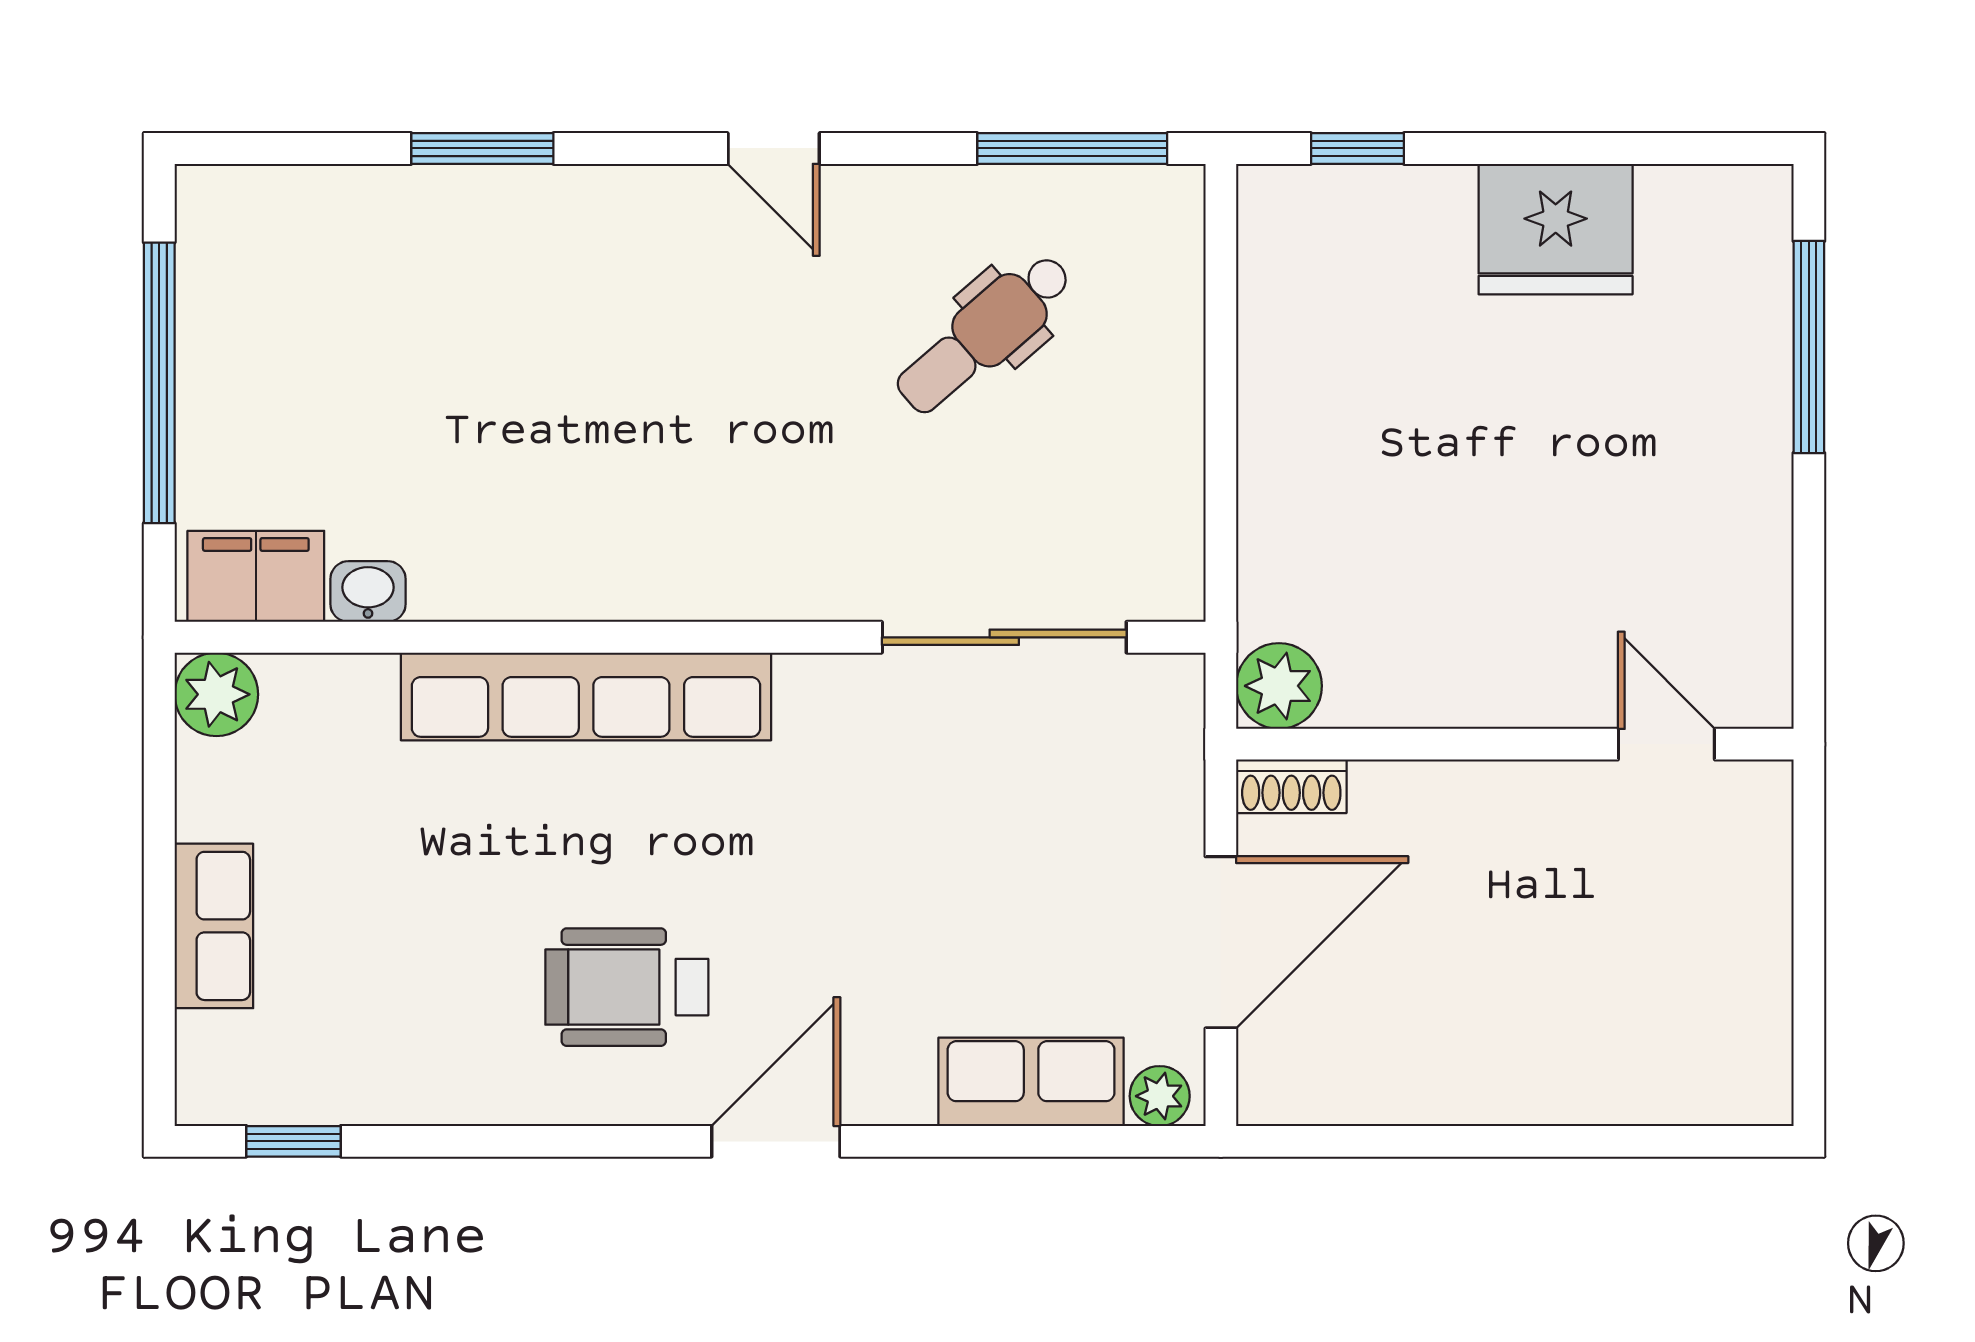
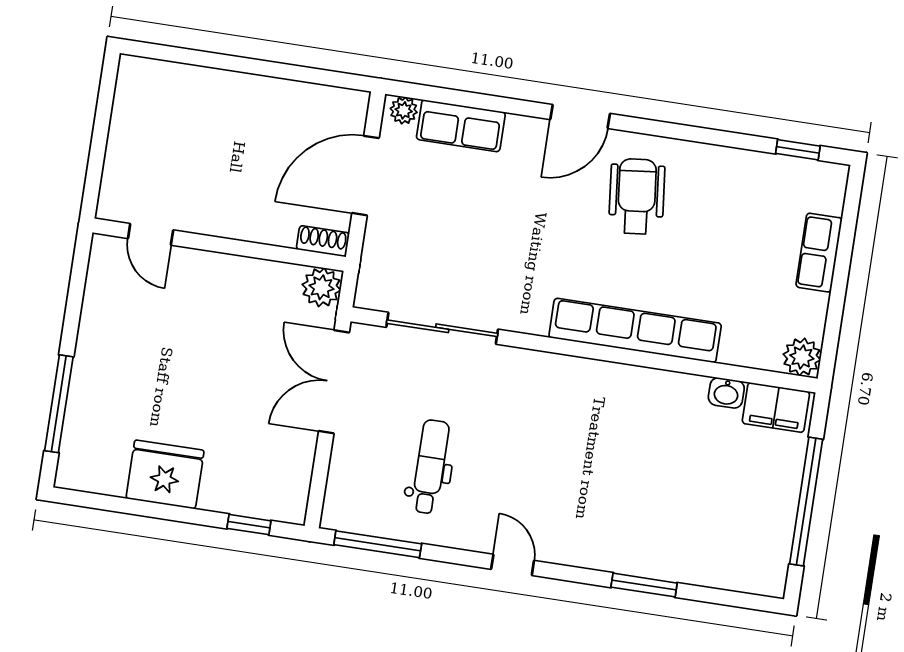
dental chair: (984, 334) -> (430, 467), turned -49
double door: (1221, 486) -> (334, 382), added
wheelchair: (627, 987) -> (637, 196), turned -96

